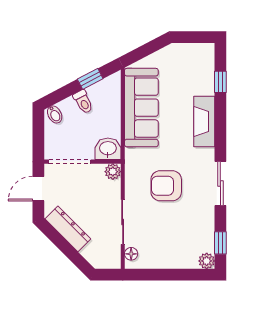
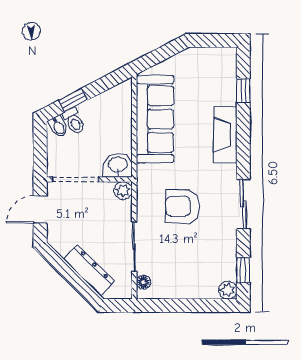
window: (90, 79) -> (73, 100), moved
toilet: (83, 102) -> (74, 121), moved
dresser: (68, 229) -> (89, 270), moved

